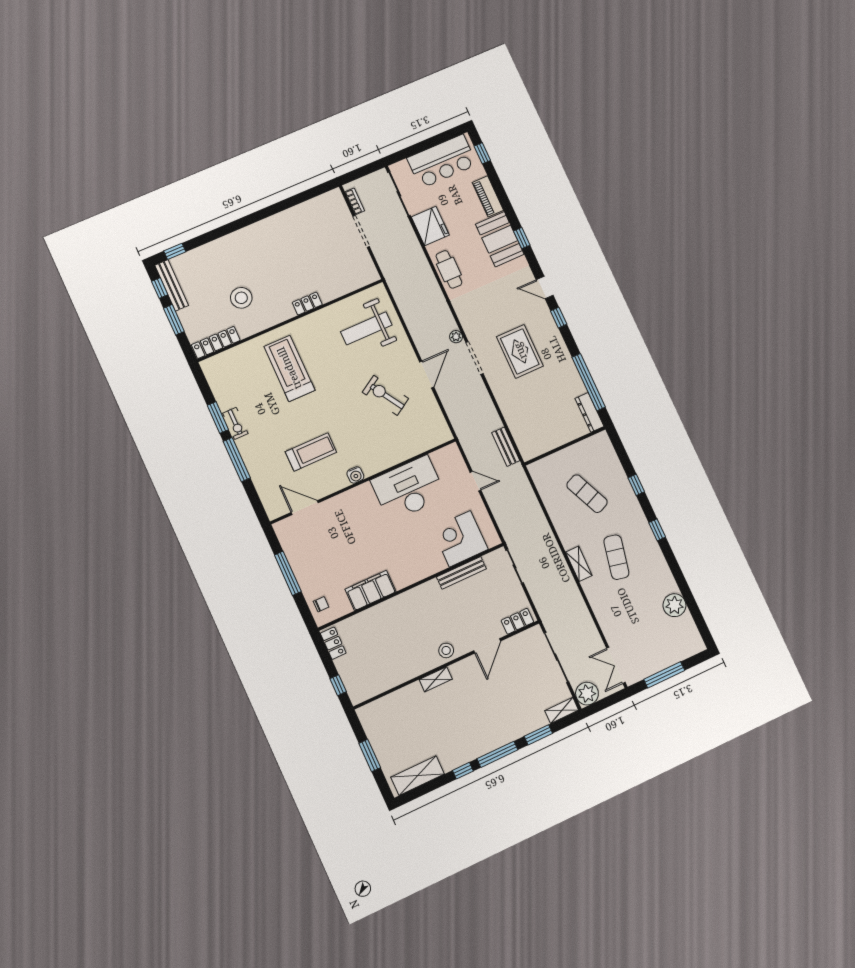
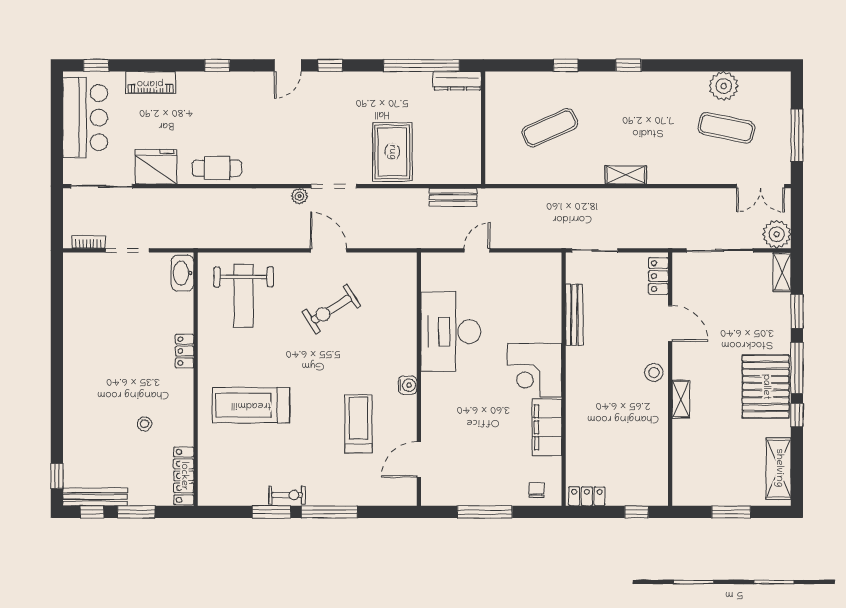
booth: (500, 239) -> (207, 92), removed
washbasin: (363, 278) -> (183, 273), added
stool: (241, 298) -> (144, 424), width x0.53, depth x0.53
rug: (520, 351) -> (392, 152), moved, turned 90
corner desk: (460, 539) -> (535, 370), moved
exercise mat: (616, 557) -> (726, 128), moved
pallet: (473, 738) -> (766, 387), added

